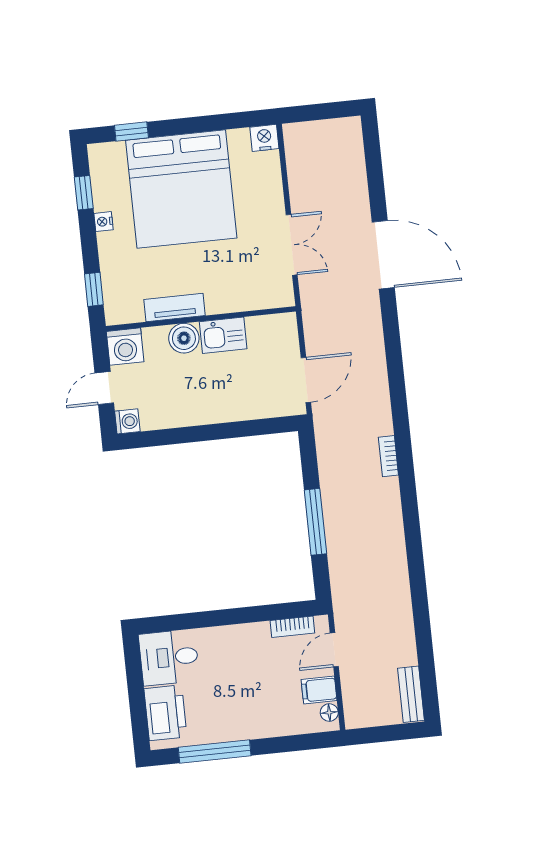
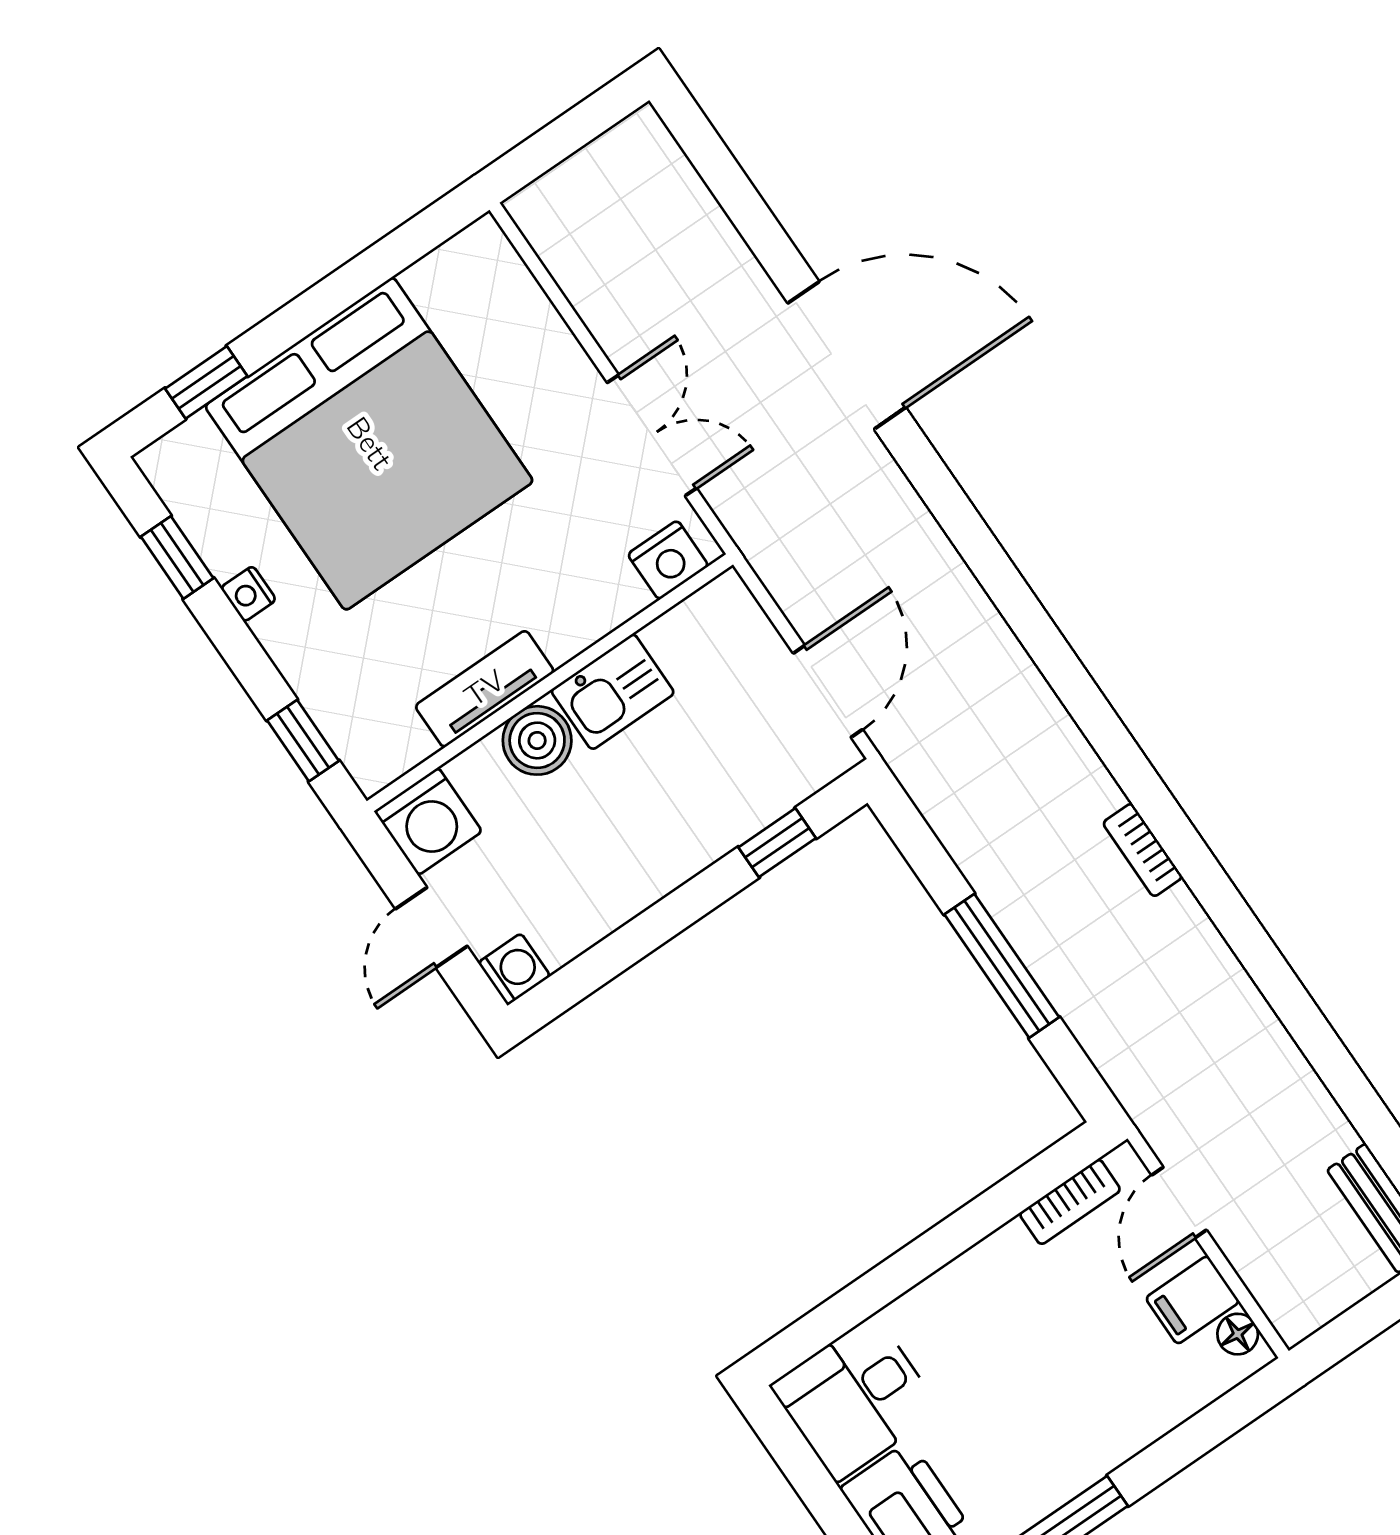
nightstand: (264, 138) -> (668, 560), moved, turned 180
window: (255, 428) -> (777, 843), added
bookcase: (388, 456) -> (1143, 850), moved

